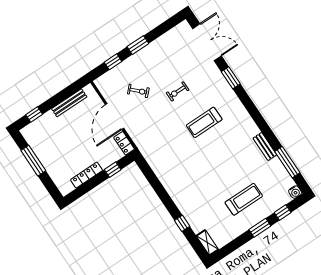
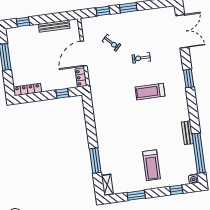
window: (231, 78) -> (189, 78), moved
window: (287, 162) -> (199, 153), width x1.46
locker: (87, 175) -> (27, 90), moved
treadmill: (244, 199) -> (151, 165), turned 90
window: (182, 223) -> (95, 161), width x2.17
window: (260, 228) -> (136, 195), moved

